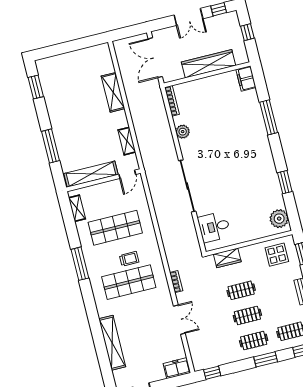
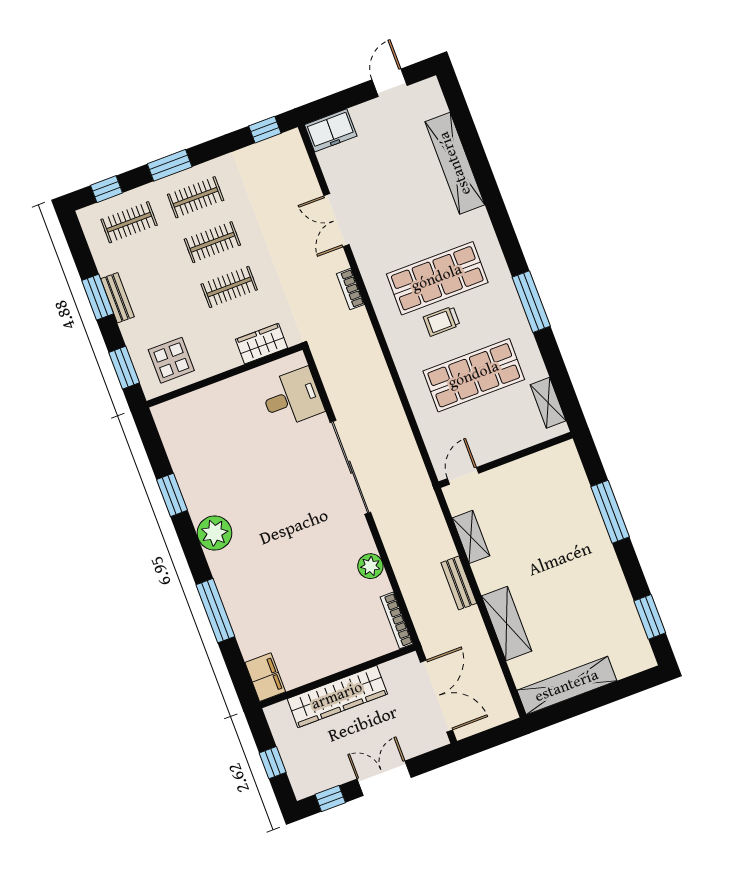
bench: (136, 117) -> (459, 583), added
shelving: (91, 174) -> (567, 686), moved
plant: (279, 219) -> (215, 533), moved

